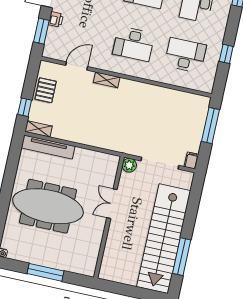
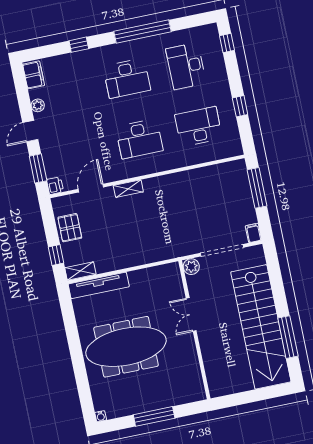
printer: (56, 19) -> (55, 186), moved

